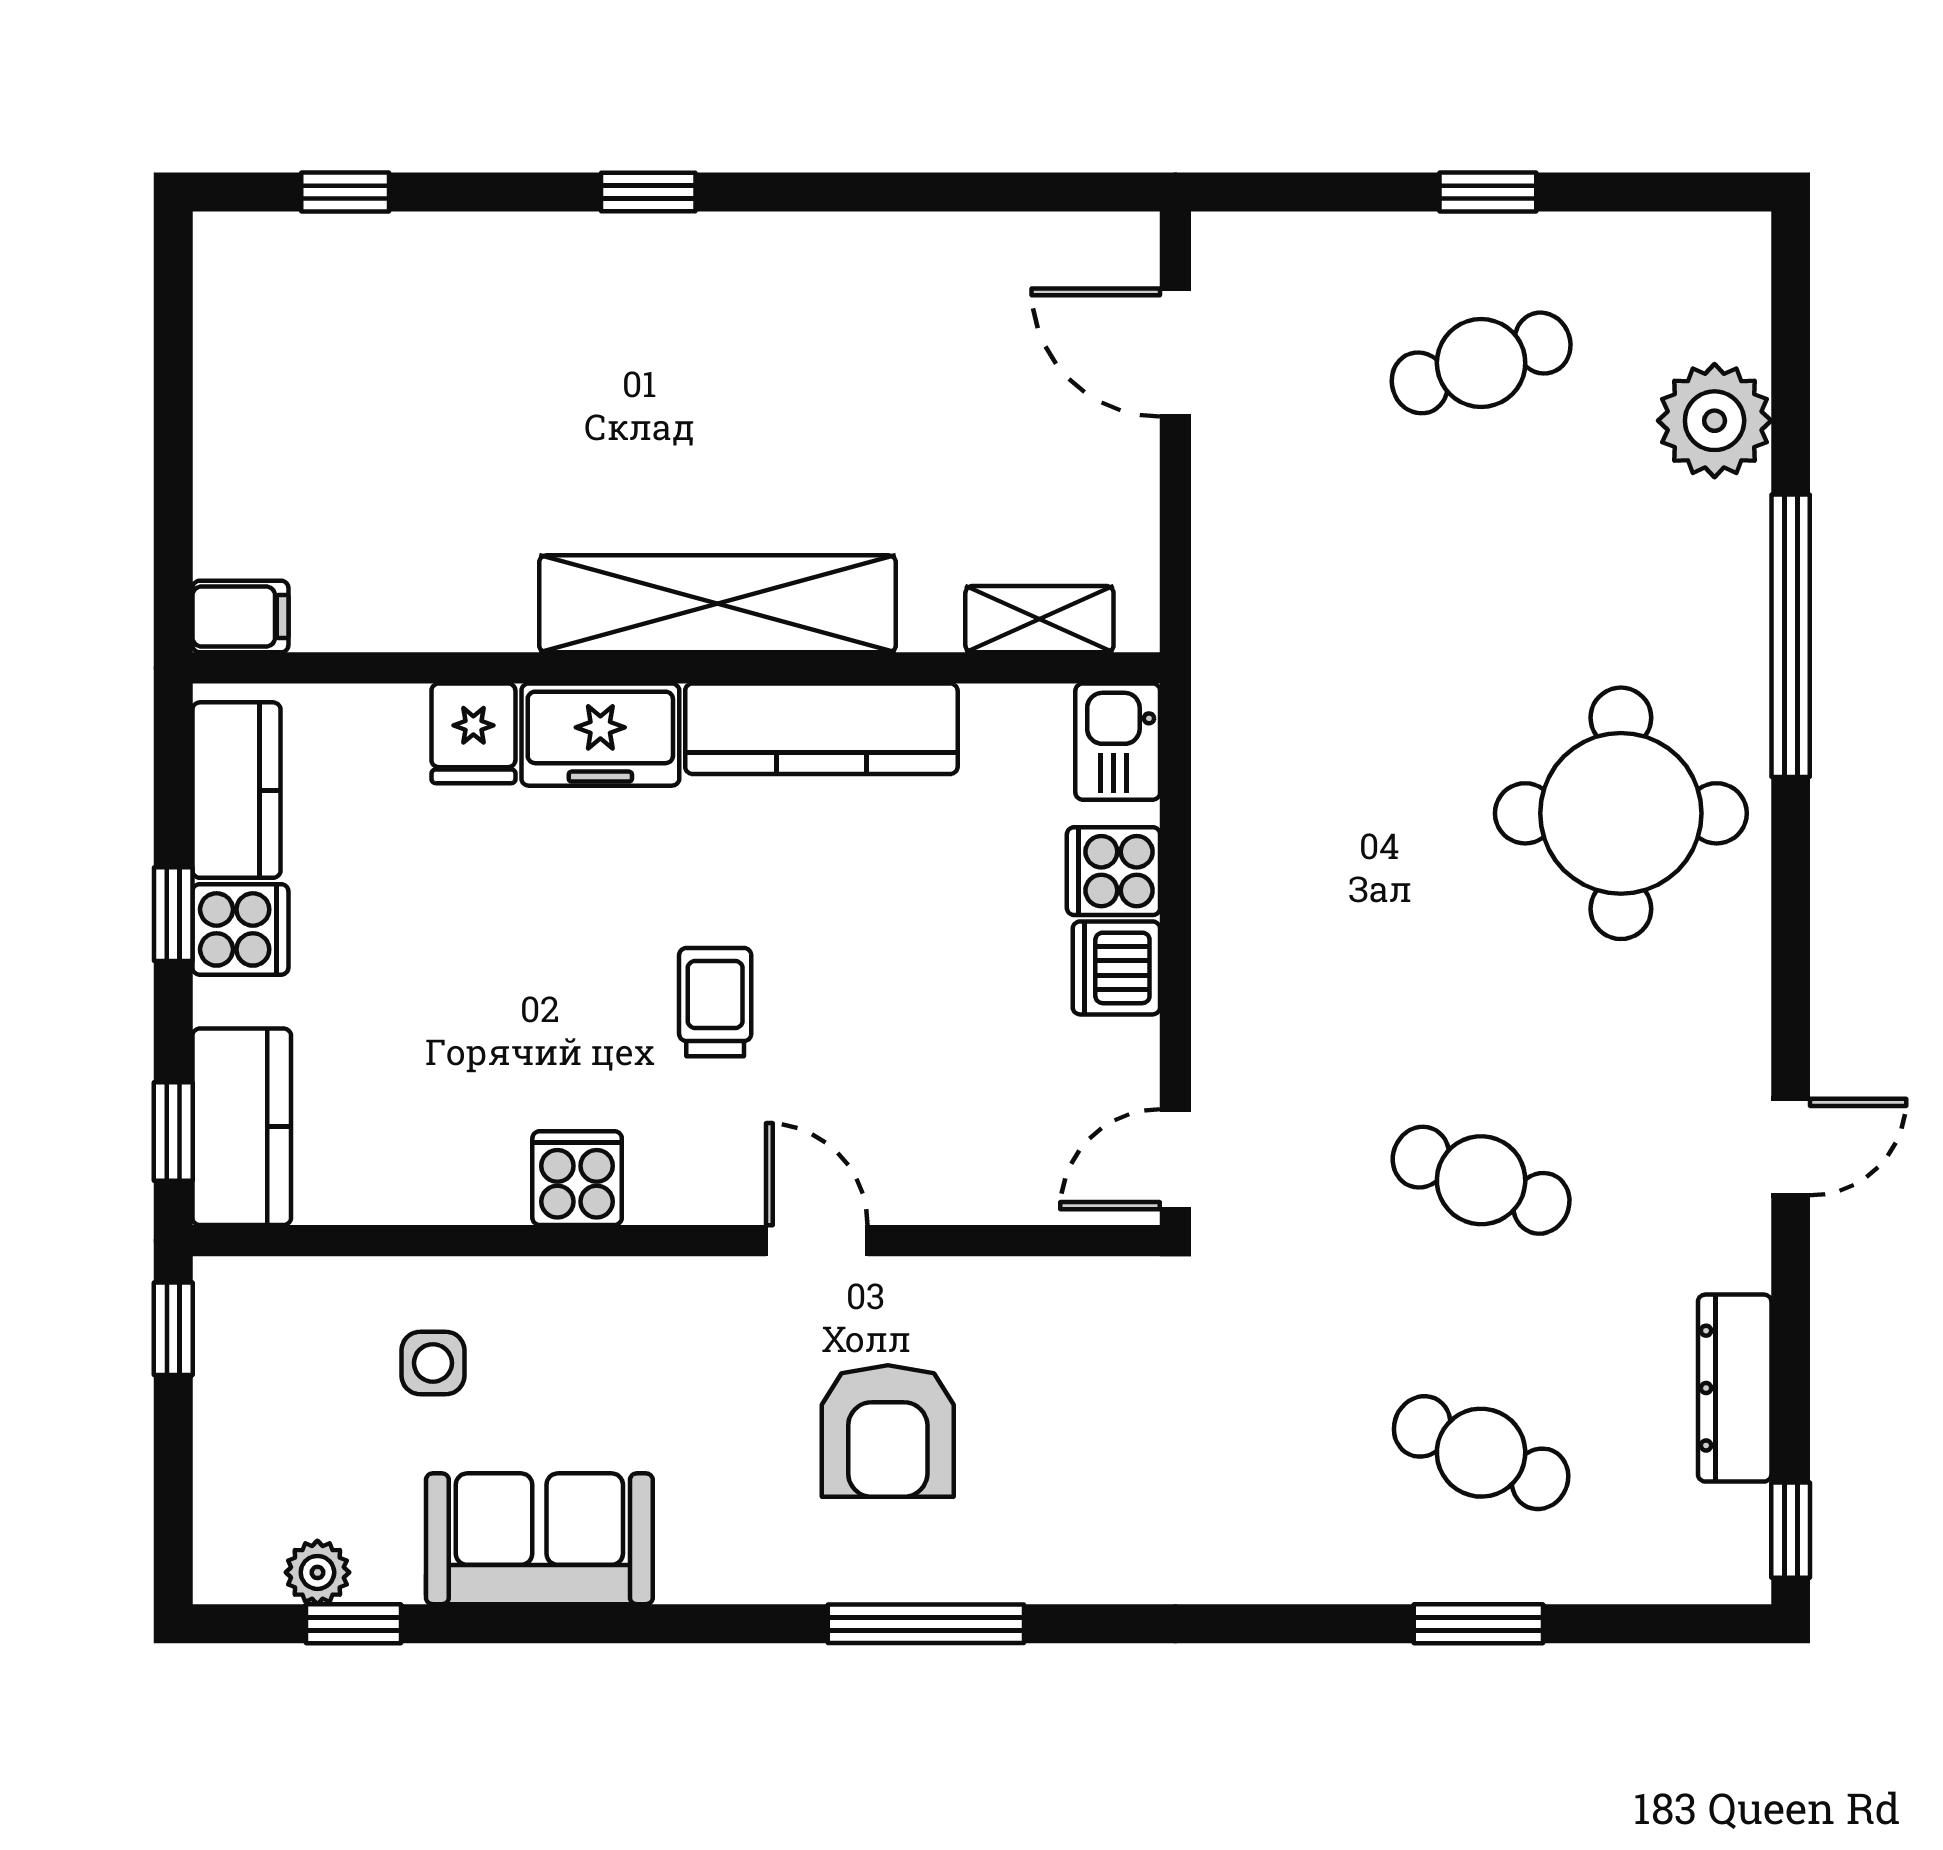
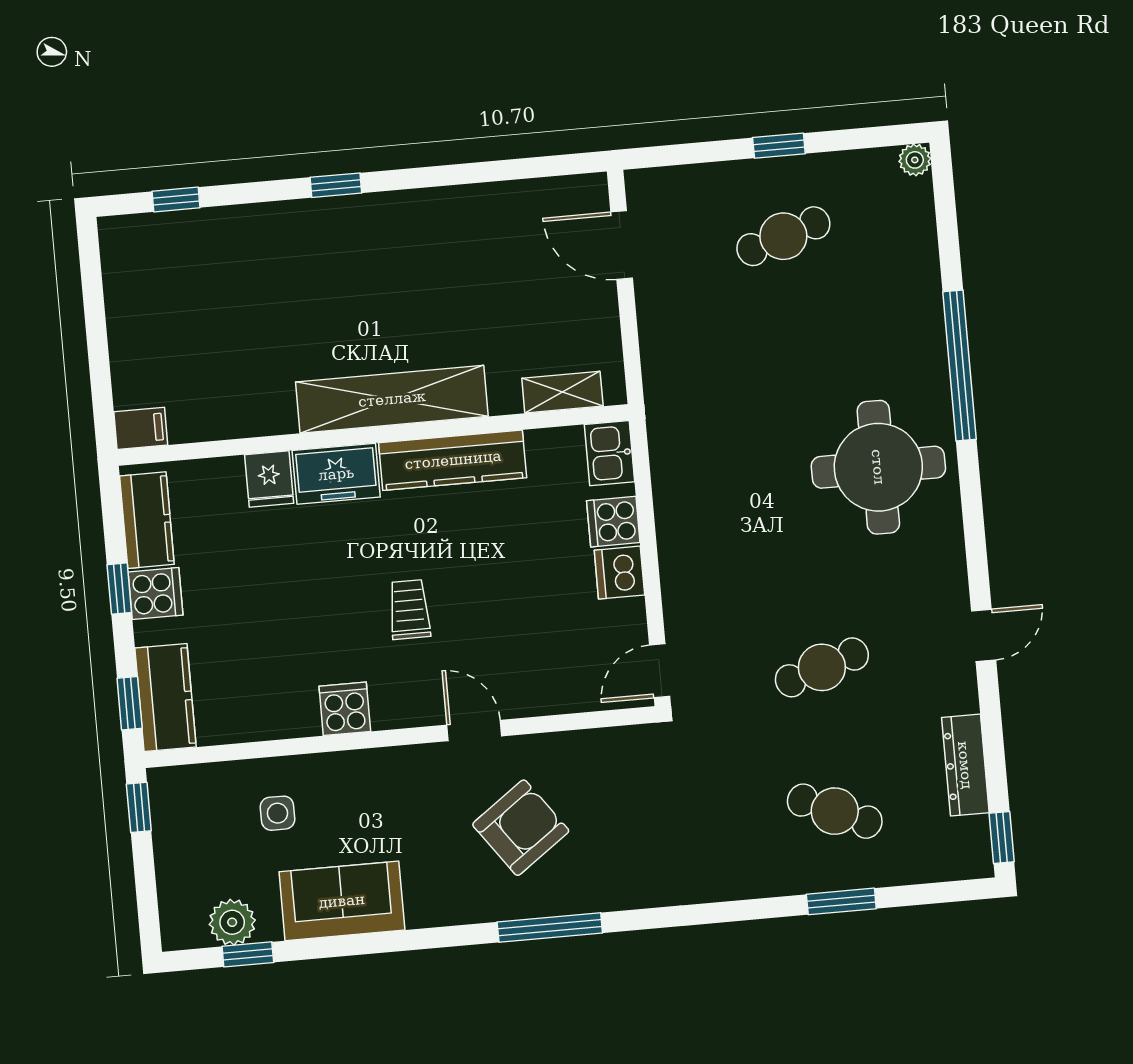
plant: (1715, 421) -> (915, 160), moved, width x0.53, depth x0.53
cafe table: (1481, 1180) -> (822, 667), turned -39
armchair: (888, 1431) -> (521, 828), turned -126
plant: (317, 1572) -> (232, 922), width x1.38, depth x1.38

